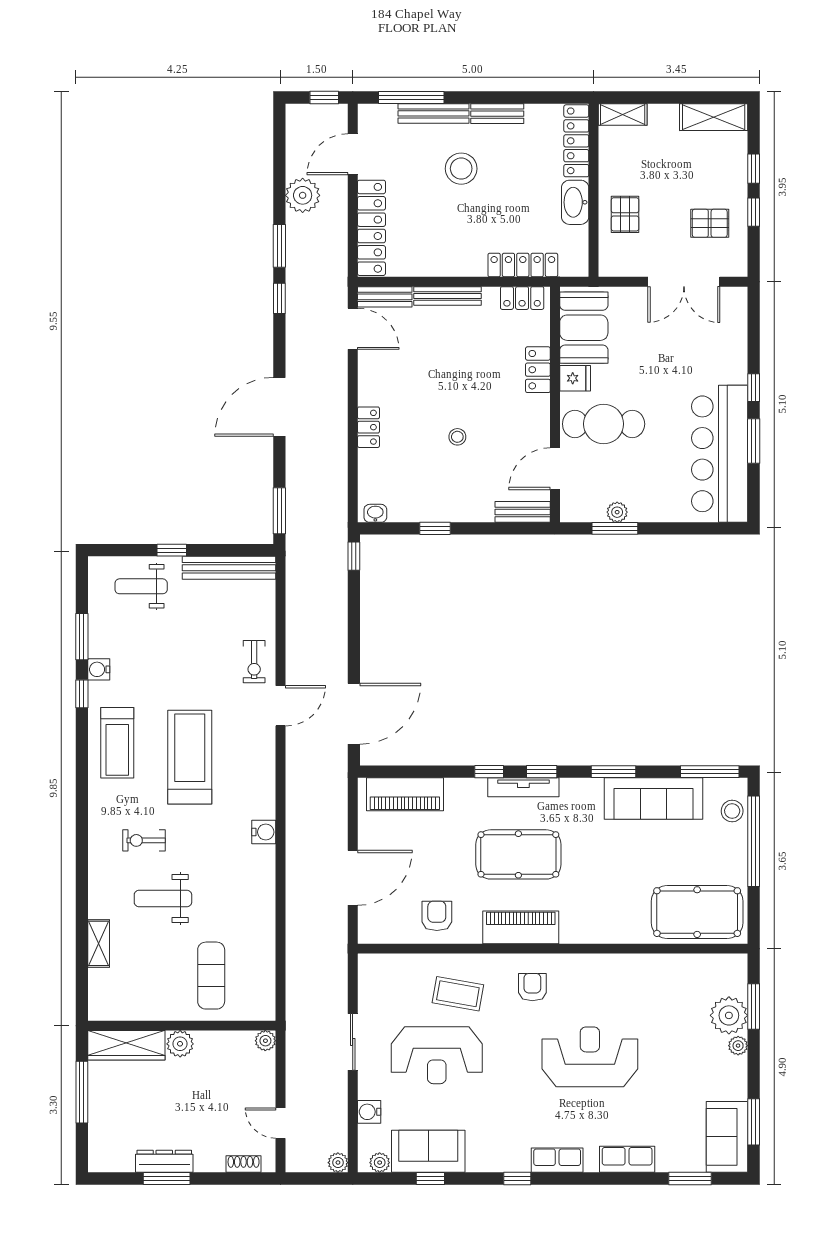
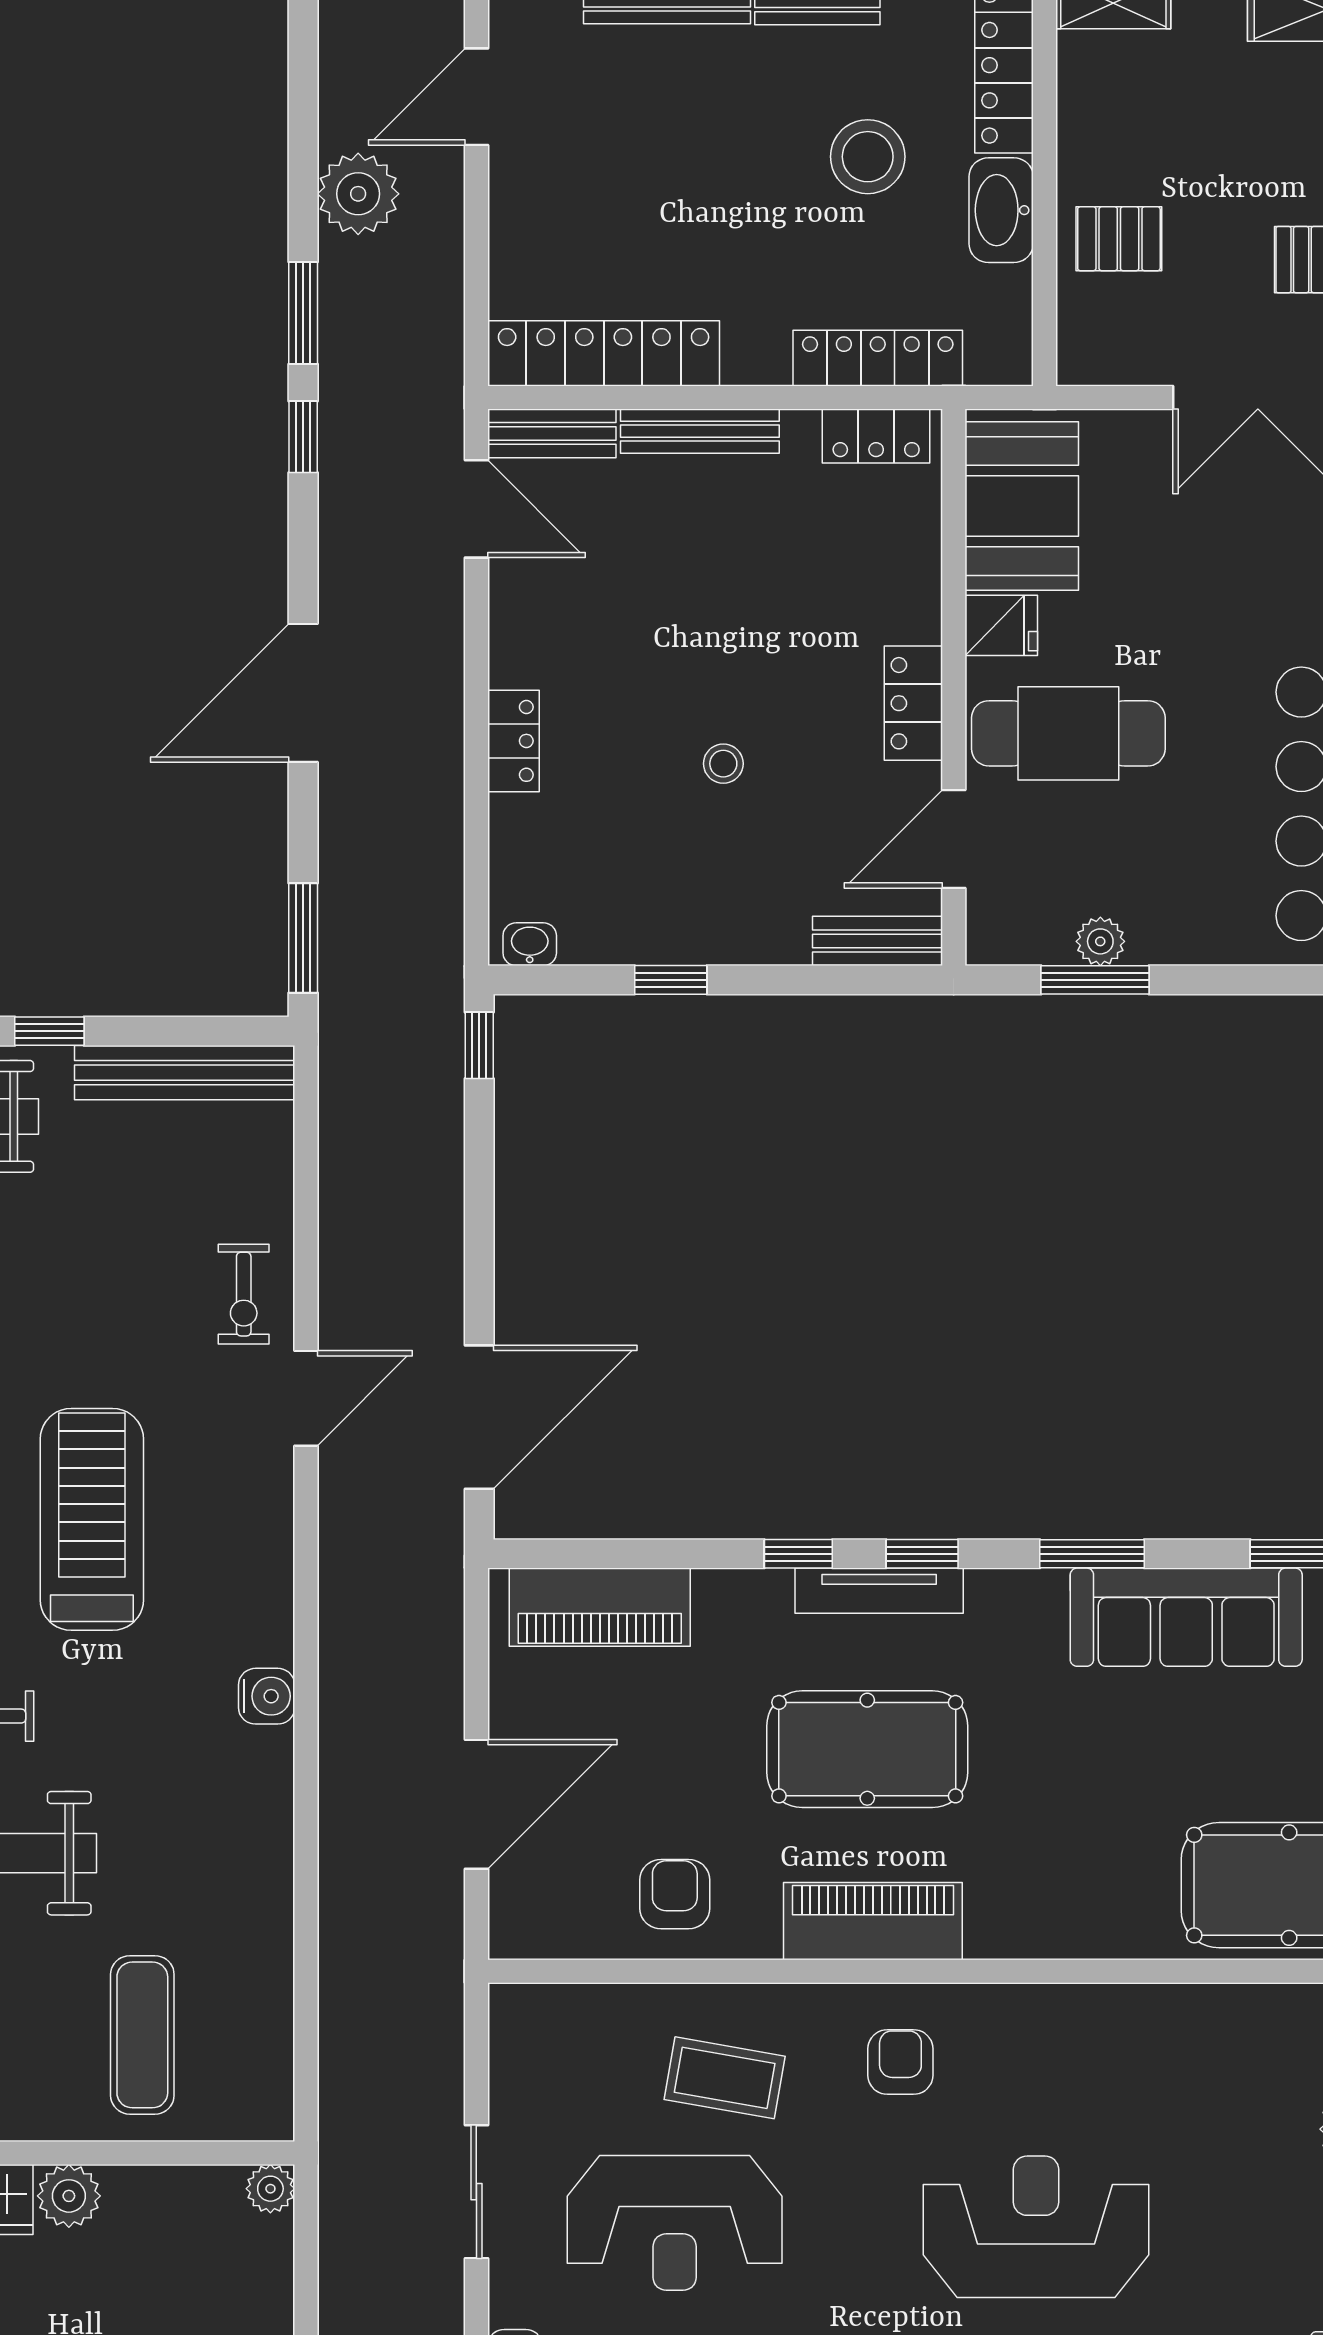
stool: (461, 169) -> (868, 157), moved
pallet: (625, 214) -> (1119, 239), turned 90
locker: (371, 228) -> (604, 353), moved, turned -90
locker: (538, 370) -> (913, 703), moved

